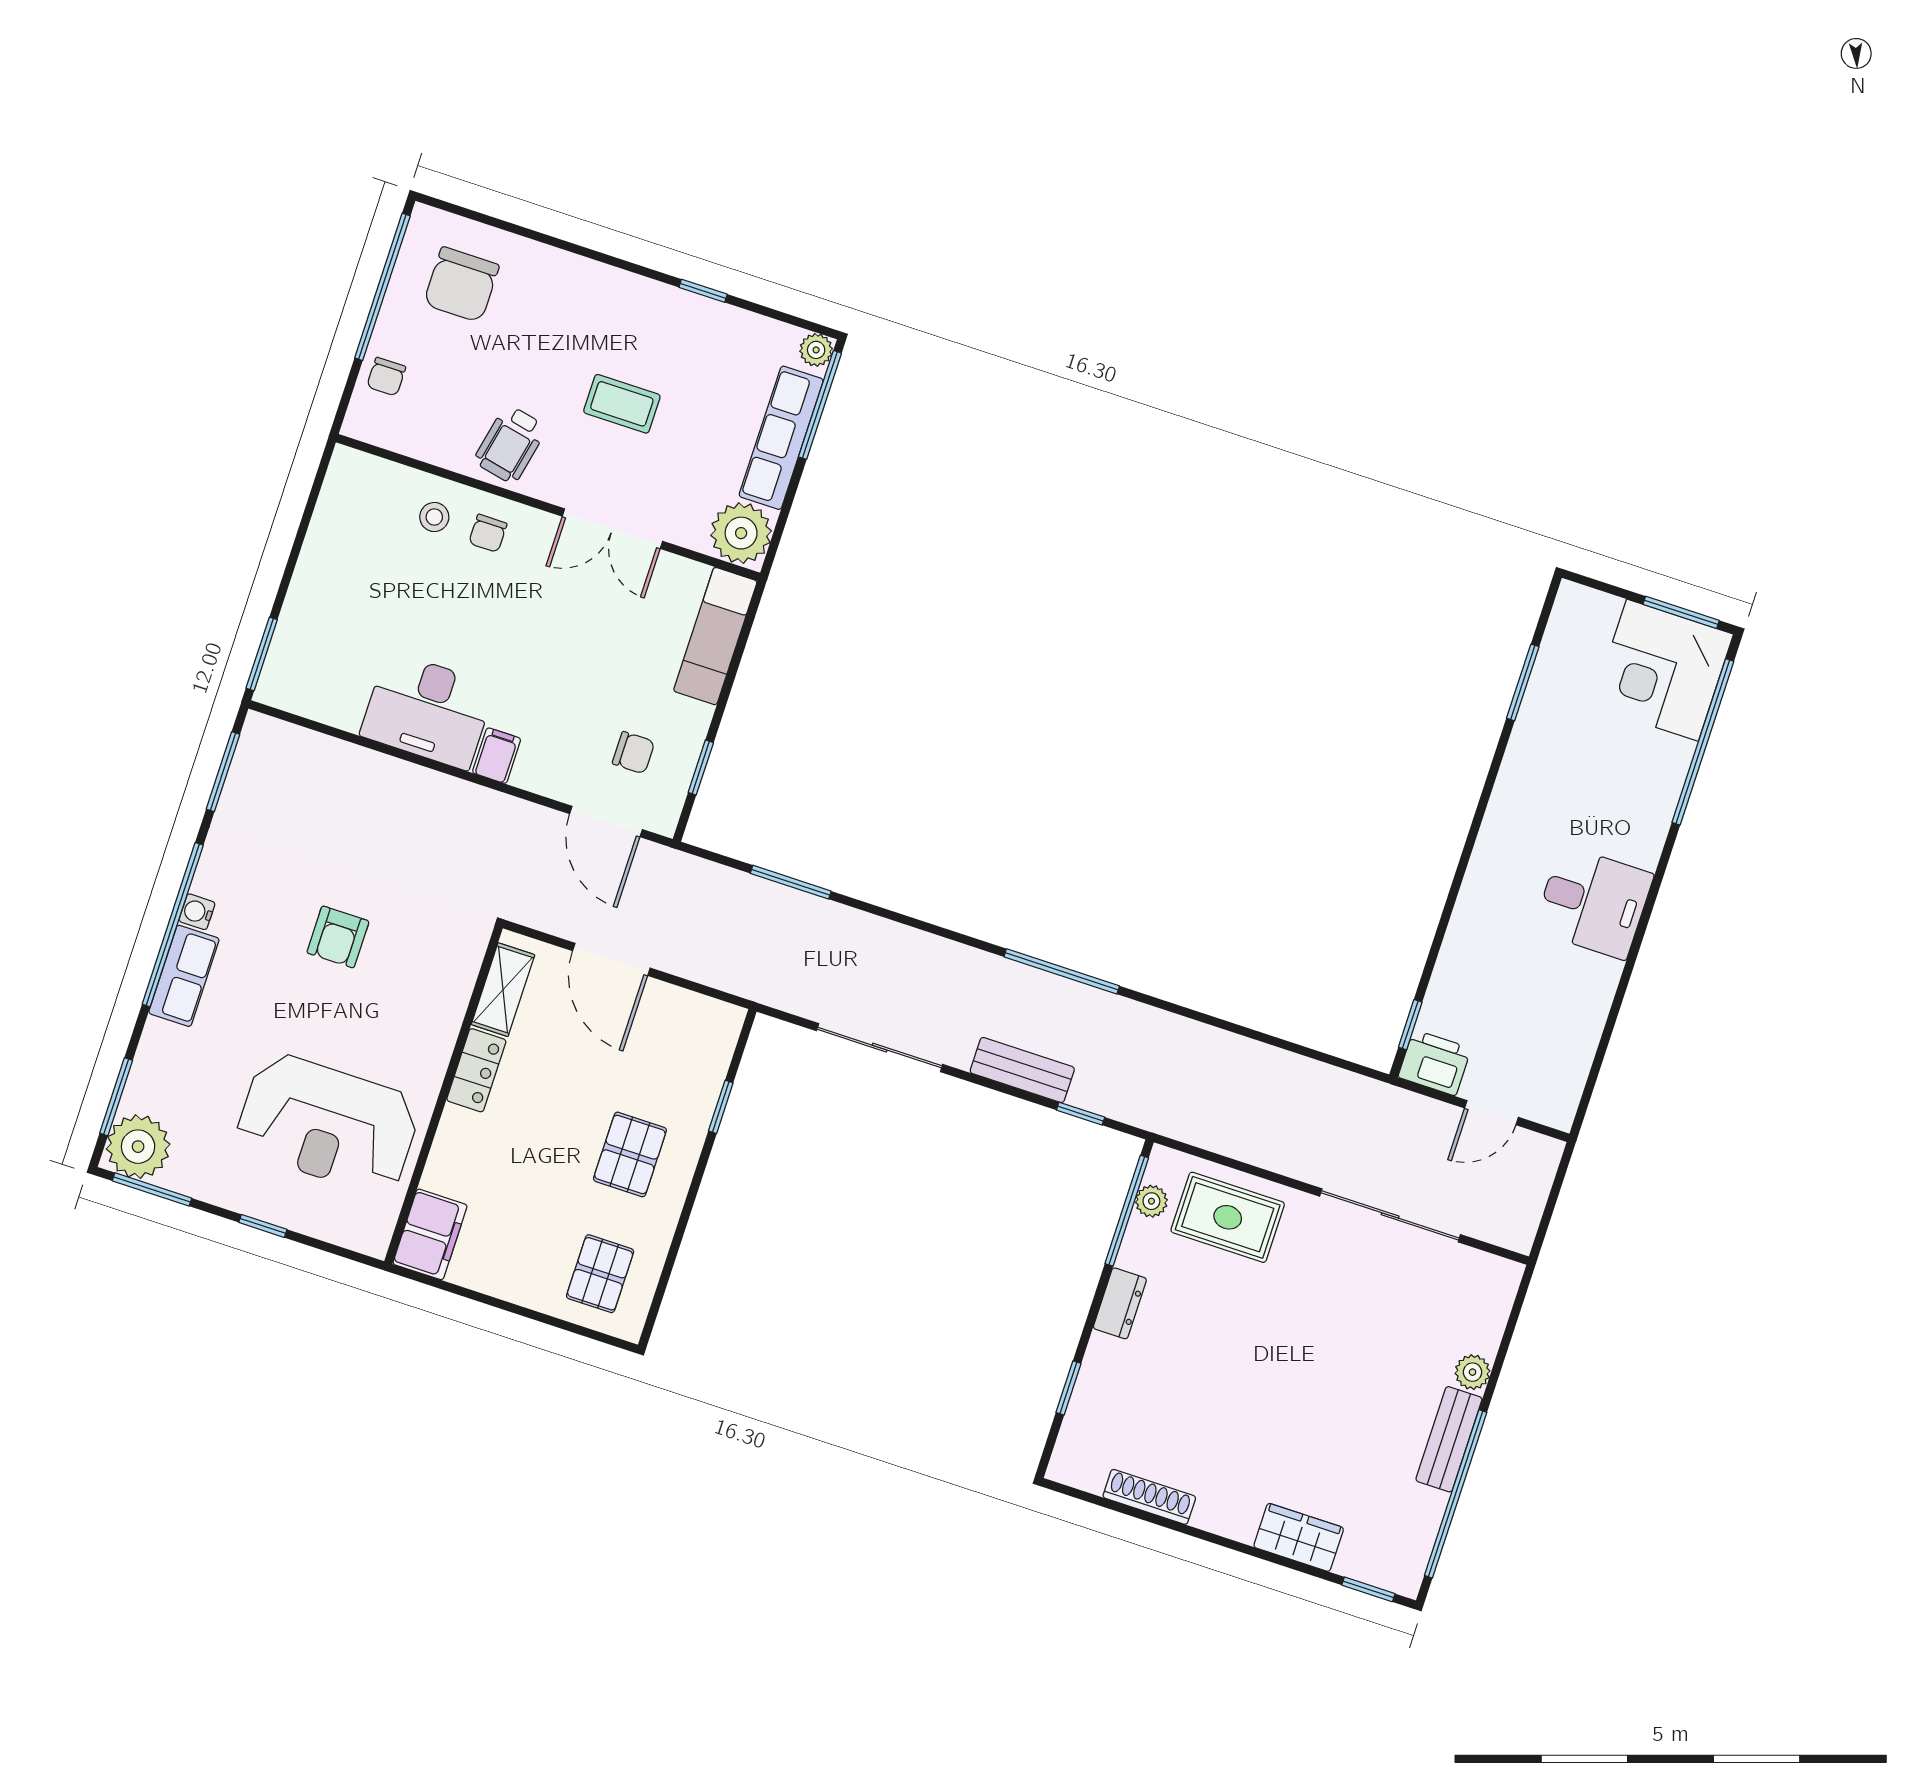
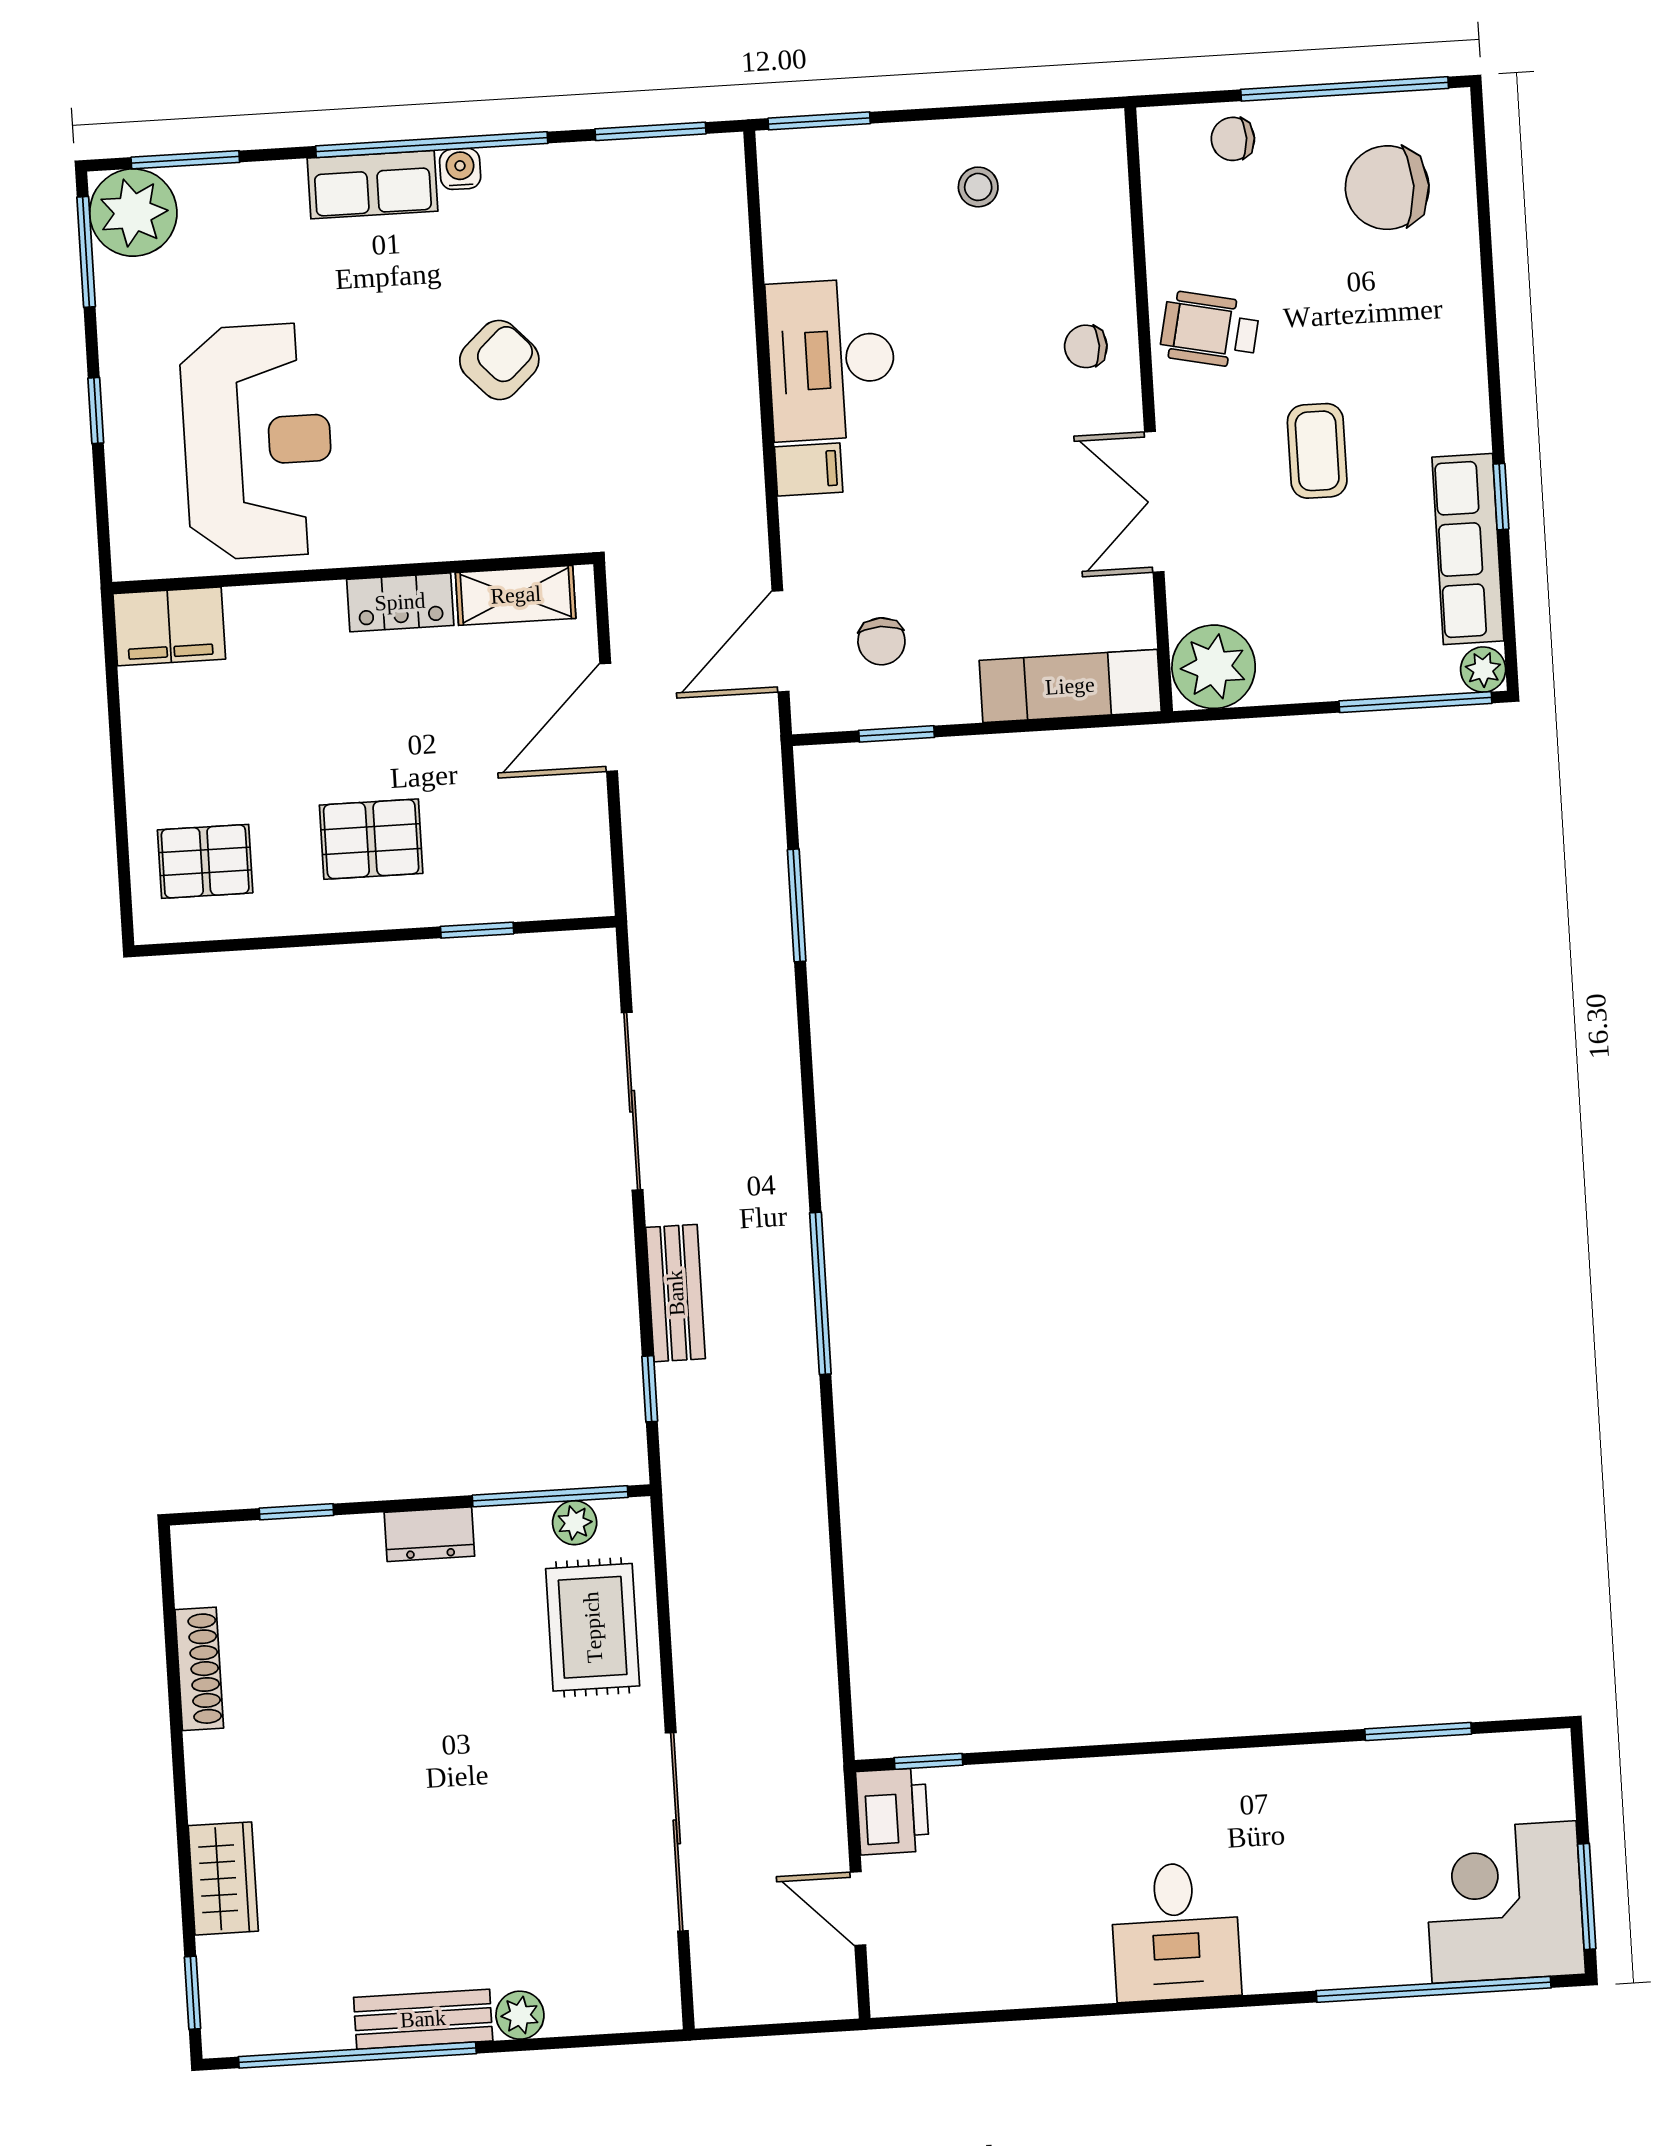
row of seats: (781, 438) -> (1468, 549), moved, turned -90
stool: (434, 517) -> (978, 187), moved
armchair: (338, 937) -> (499, 360), turned 137
reception desk: (328, 1124) -> (258, 441), turned 180

